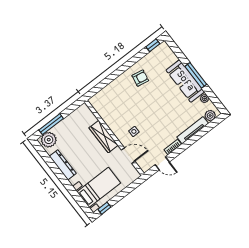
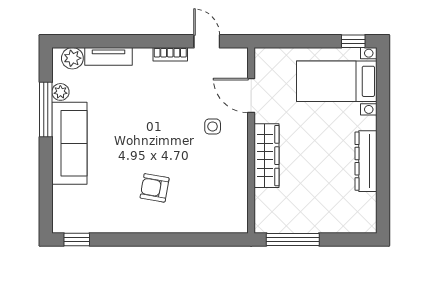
window: (196, 75) -> (46, 110), moved
armchair: (140, 78) -> (155, 188), moved
window: (51, 124) -> (293, 239), moved
tv unit: (193, 130) -> (108, 56), width x0.71
plant: (49, 140) -> (357, 218), removed

